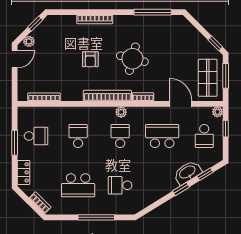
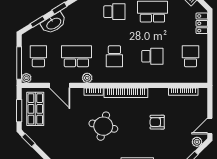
armchair: (90, 59) -> (157, 122), moved, turned -90
plant: (121, 112) -> (87, 78), moved
window: (226, 129) -> (19, 63), width x2.17
school desk: (36, 136) -> (190, 56), turned 90
school desk: (78, 136) -> (152, 56), turned -90
school desk: (162, 136) -> (76, 56), turned 180
window: (15, 143) -> (210, 50), removed

